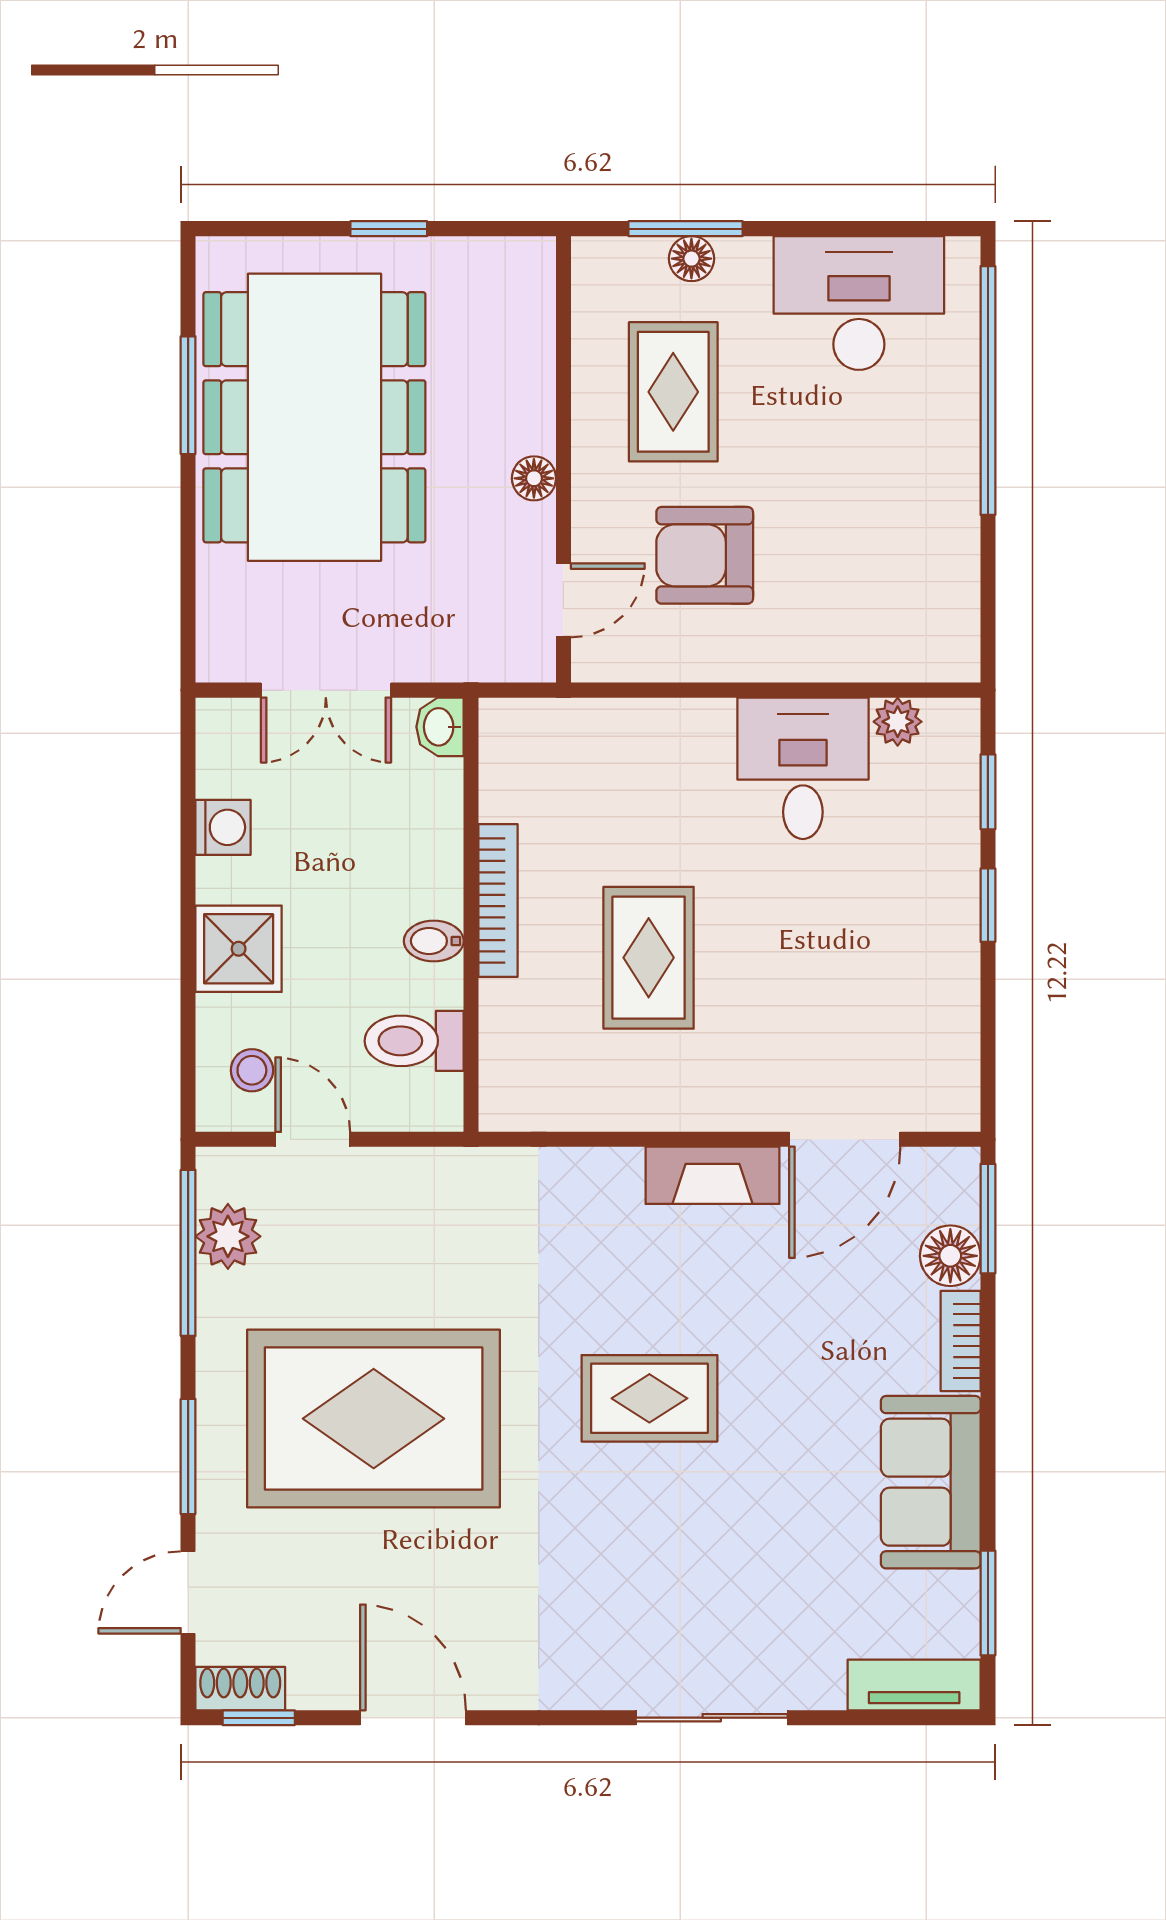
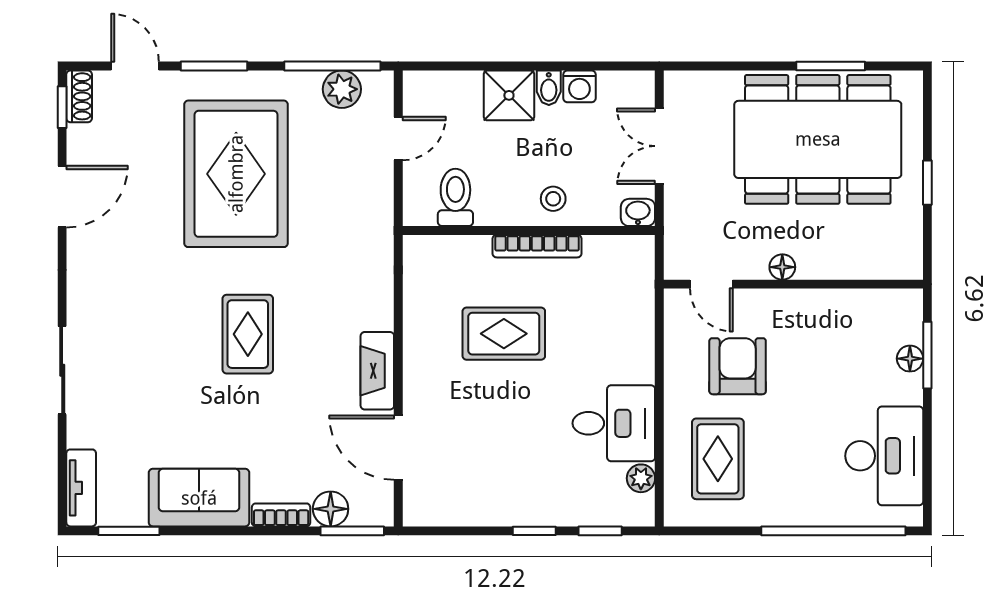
rug: (673, 392) -> (718, 459), moved, turned 90
bidet: (434, 941) -> (549, 88), moved, turned 180
stool: (252, 1070) -> (553, 199), moved

